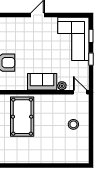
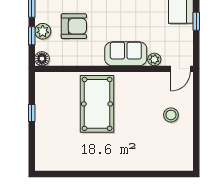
door: (80, 92) -> (180, 69), swing flipped

